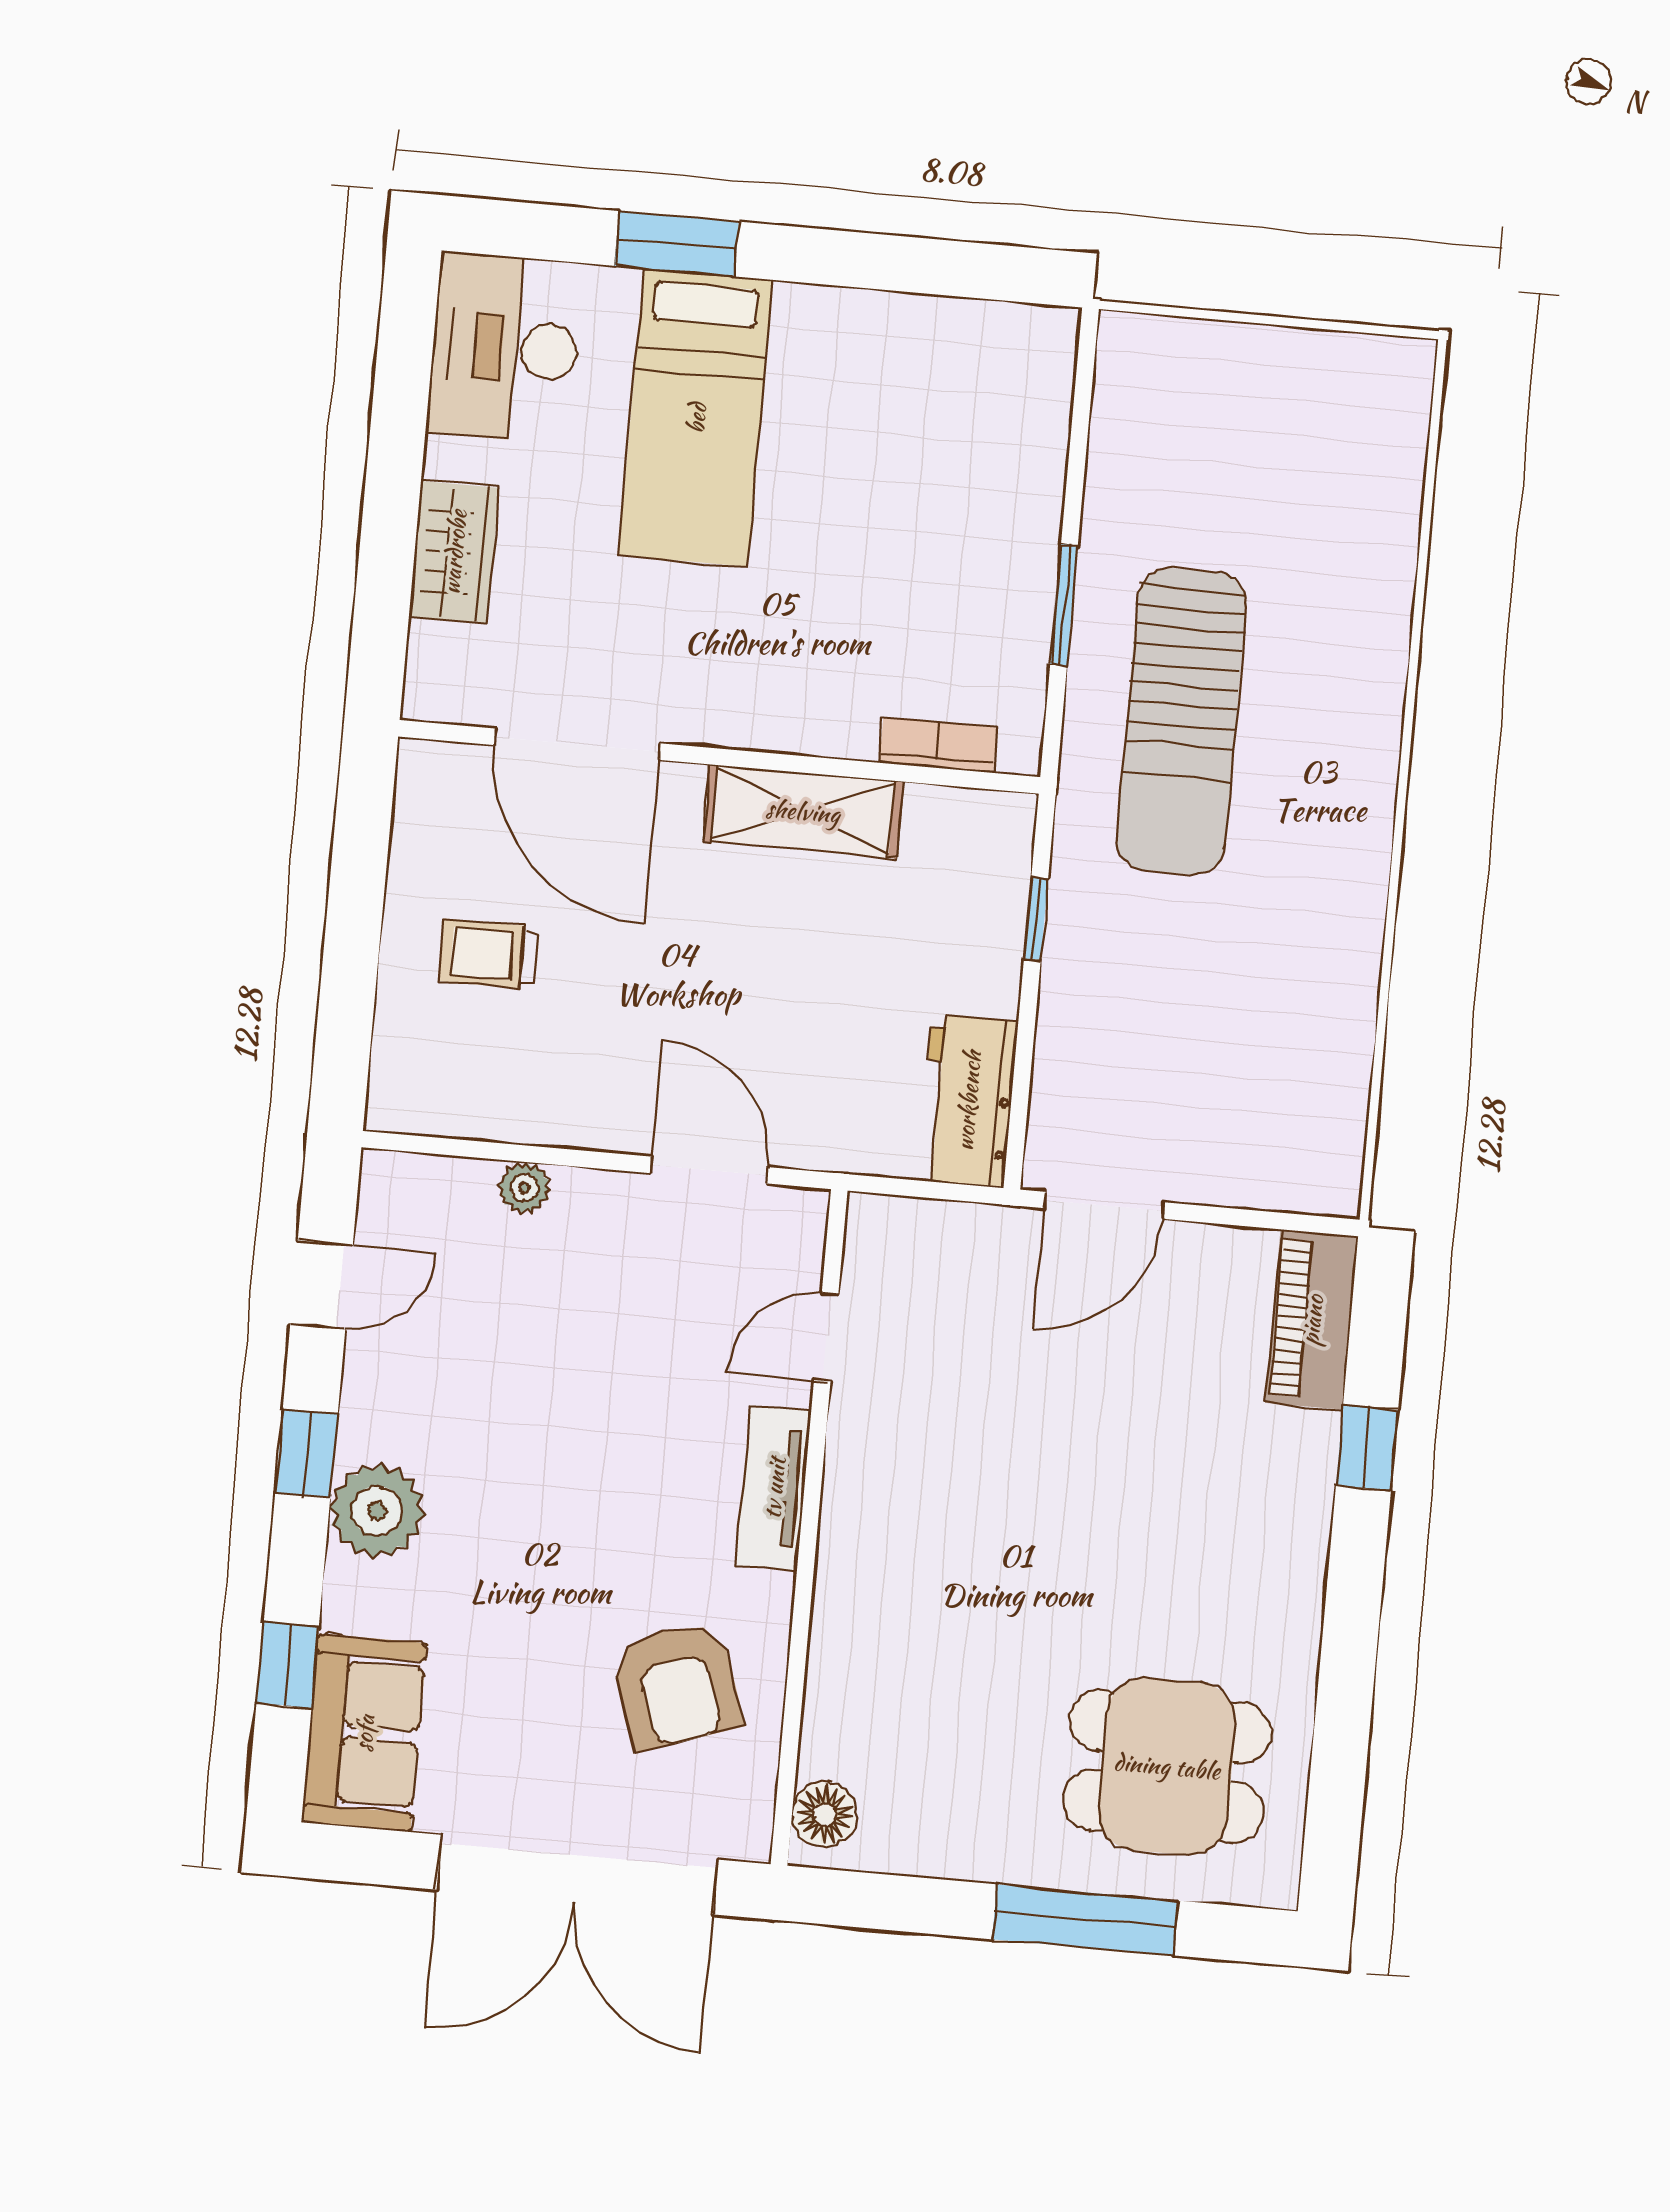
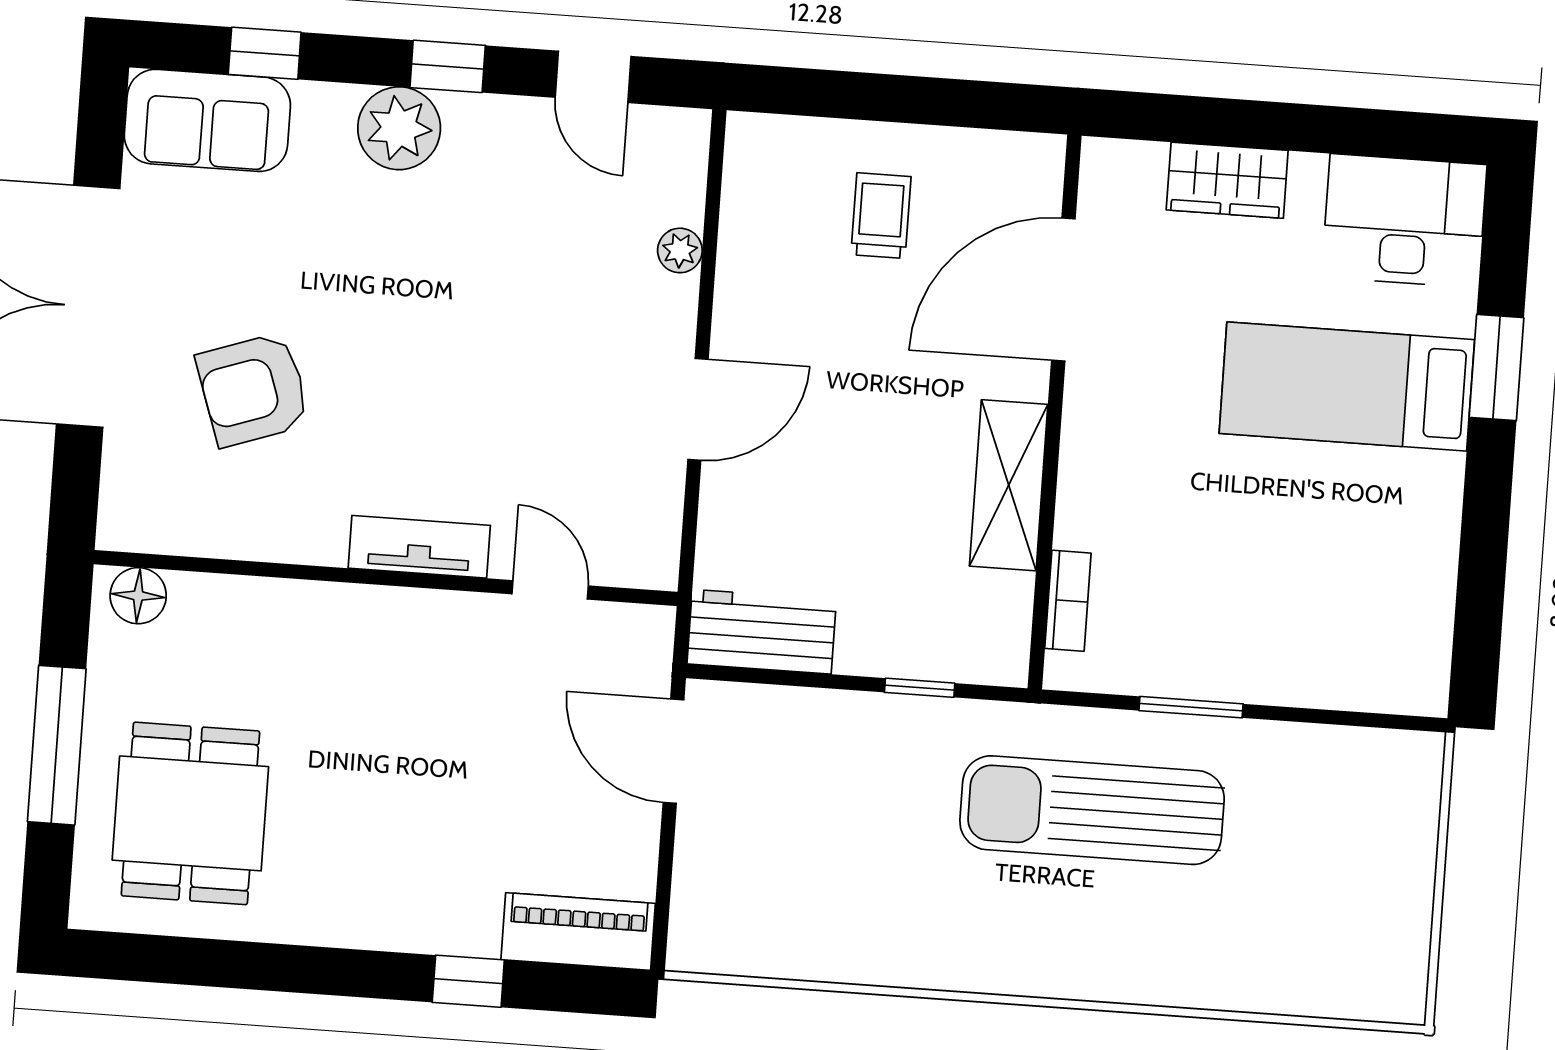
door: (826, 1337) -> (550, 590), moved
tv unit: (774, 1488) -> (419, 547), moved
wall: (809, 1527) -> (386, 578), moved
floor lamp: (824, 1815) -> (138, 596), moved

